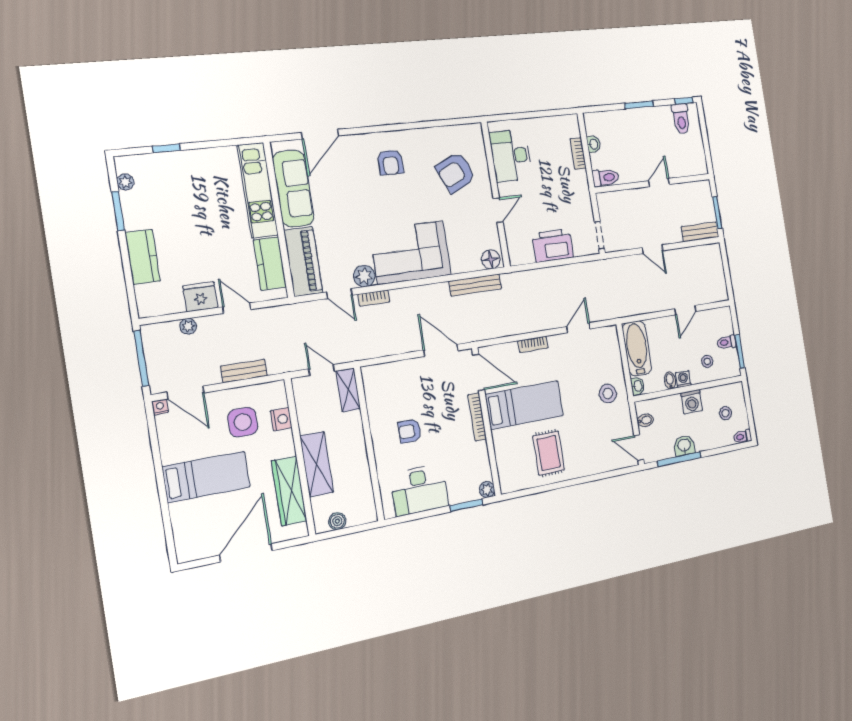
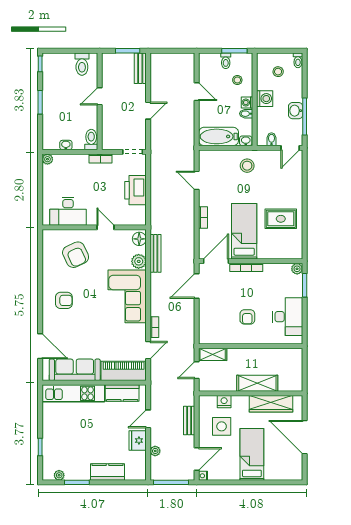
toilet: (681, 119) -> (82, 64), moved, turned 90
plant: (572, 121) -> (47, 159), added
bookcase: (578, 154) -> (101, 159), moved
door: (659, 183) -> (100, 96), hinge flipped
plant: (364, 276) -> (139, 261), moved
boiler: (337, 521) -> (297, 376), removed

